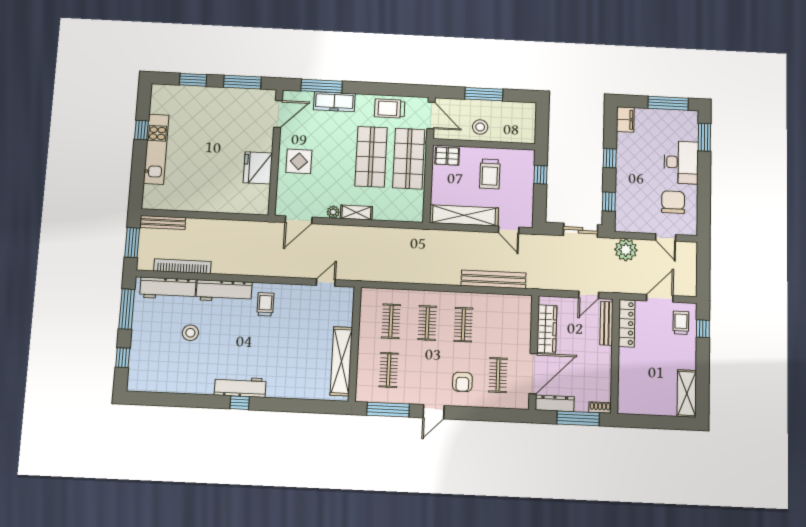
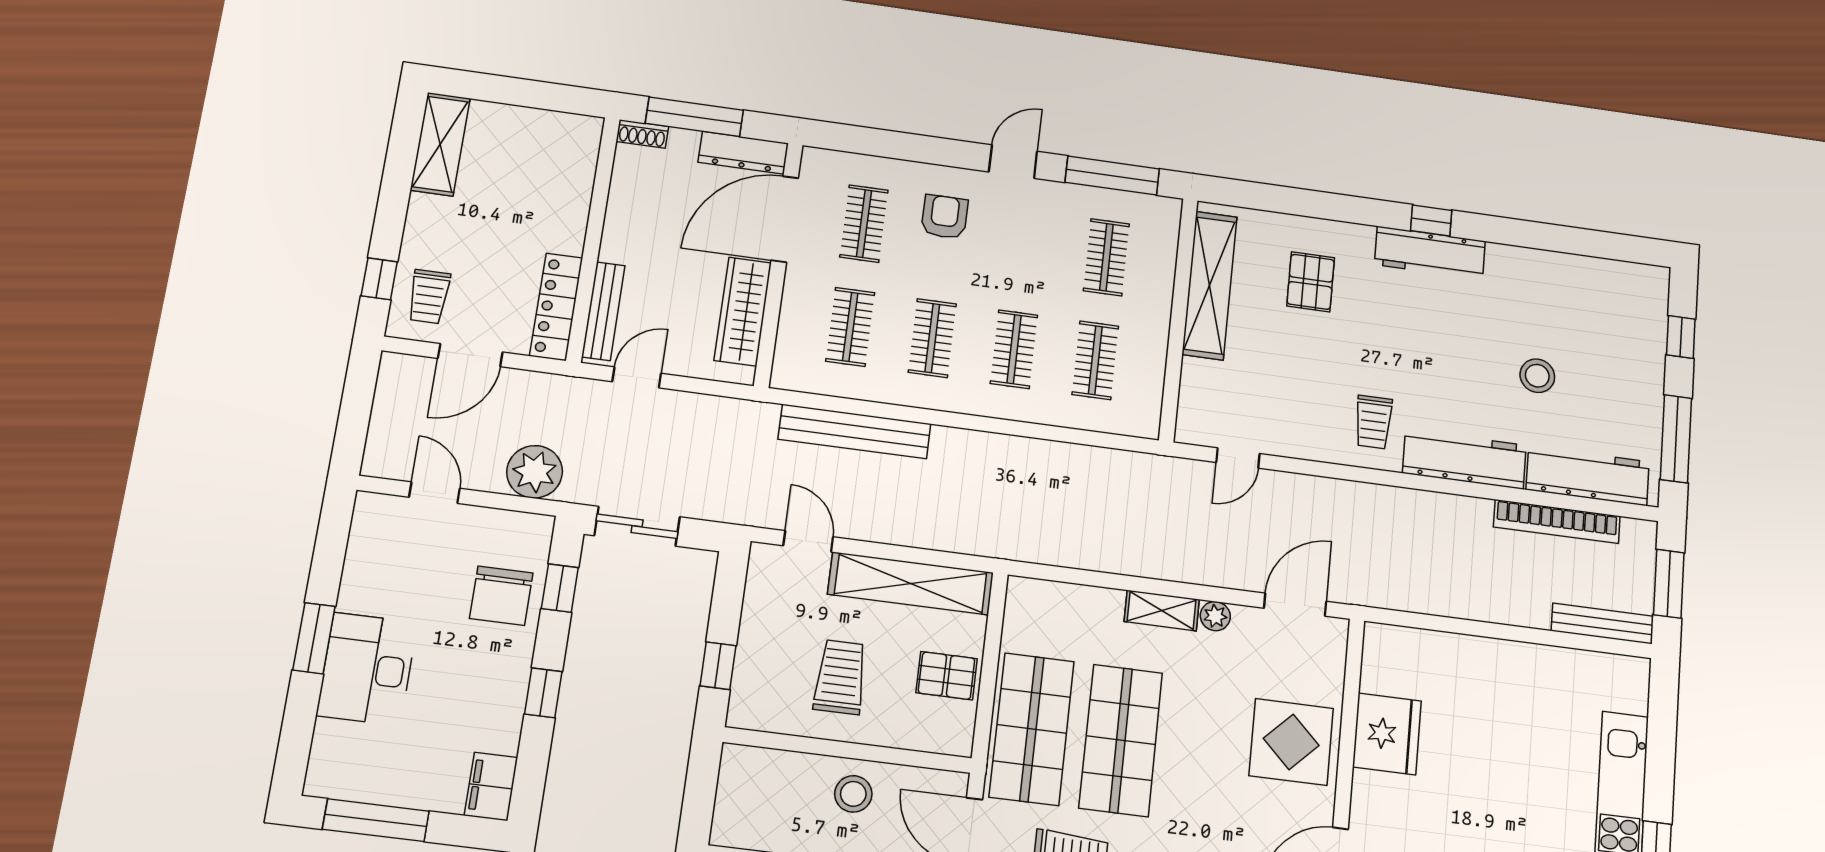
window: (704, 137) -> (314, 638), moved
pallet: (447, 156) -> (947, 676), moved
display table: (299, 161) -> (1291, 742), width x1.36, depth x1.36
chair: (673, 202) -> (501, 596), moved
clothes rail: (500, 326) -> (850, 327), added
pallet: (295, 367) -> (1311, 282), added

